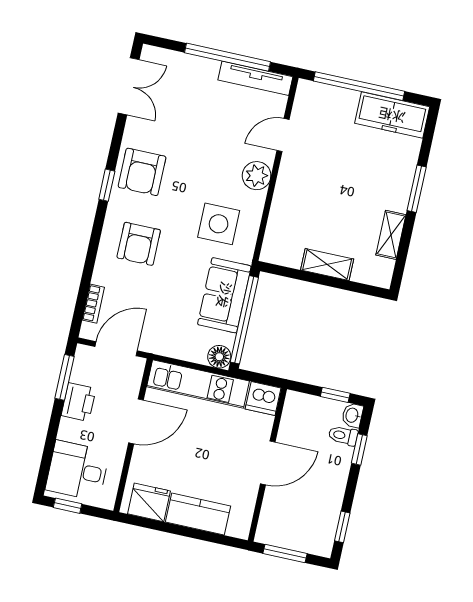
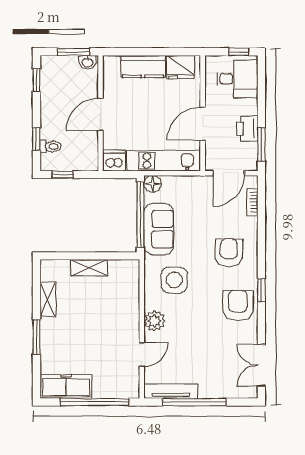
washbasin: (352, 415) -> (87, 62), moved, turned 90

